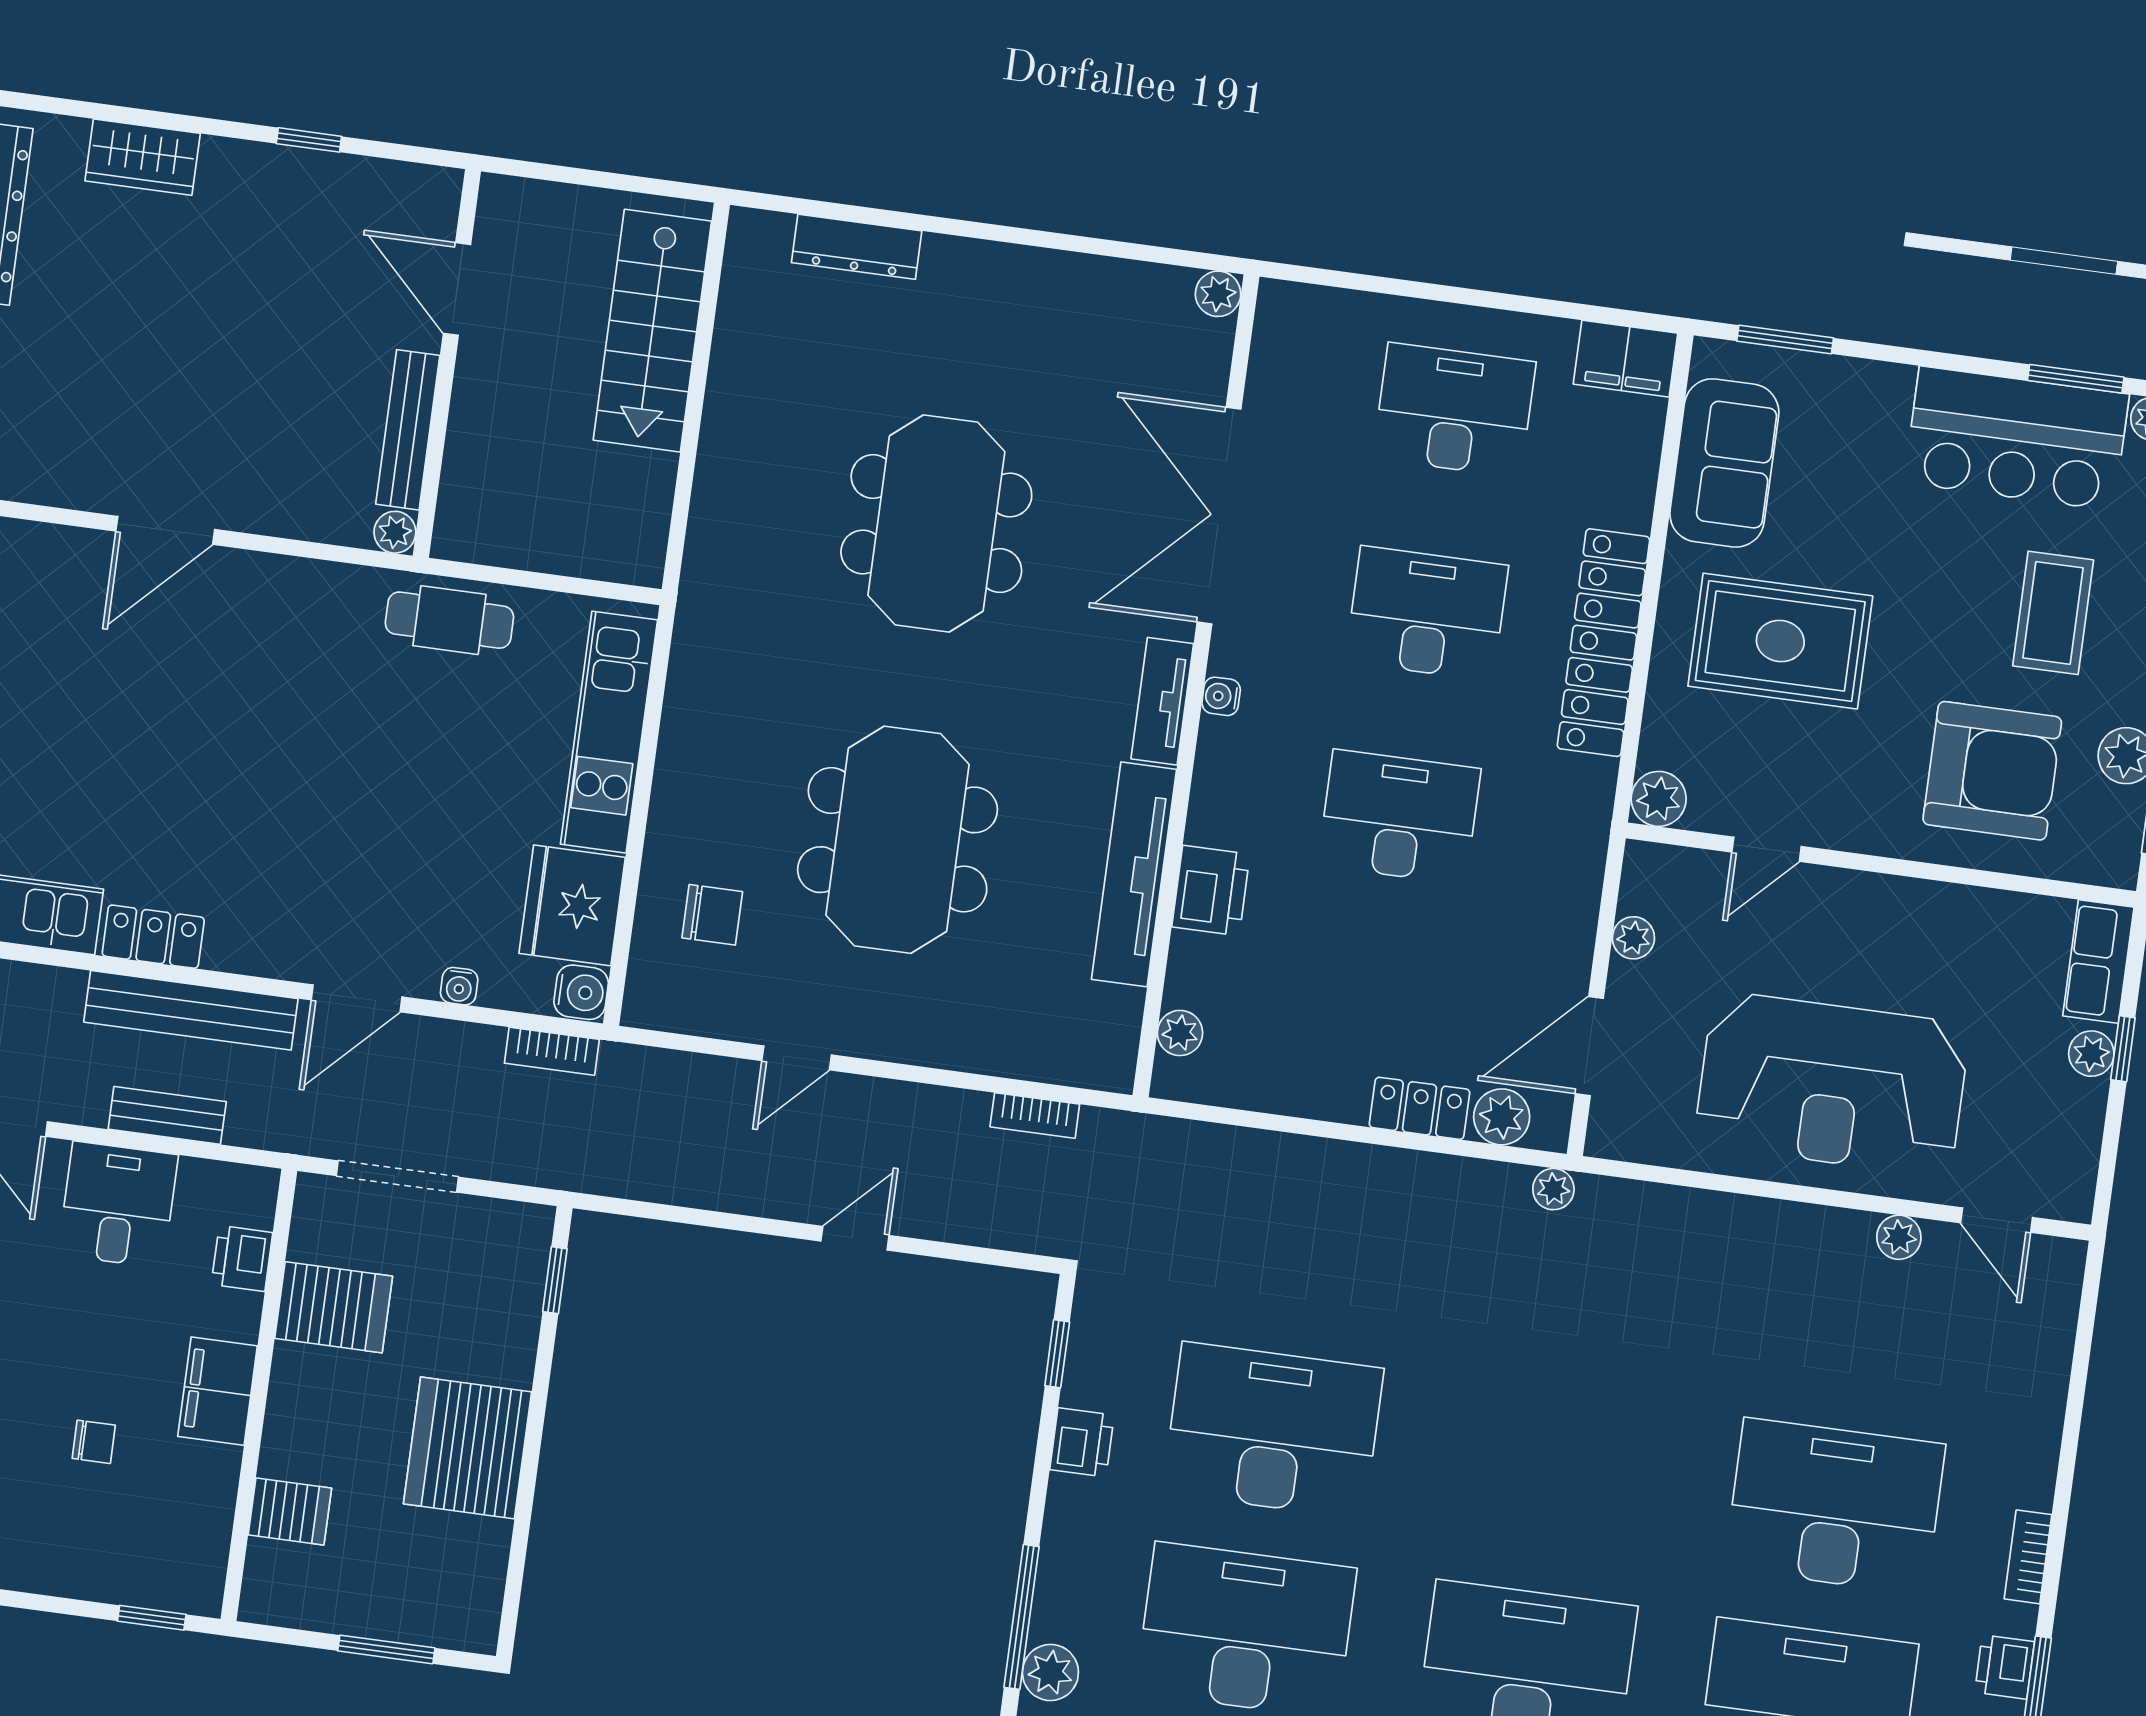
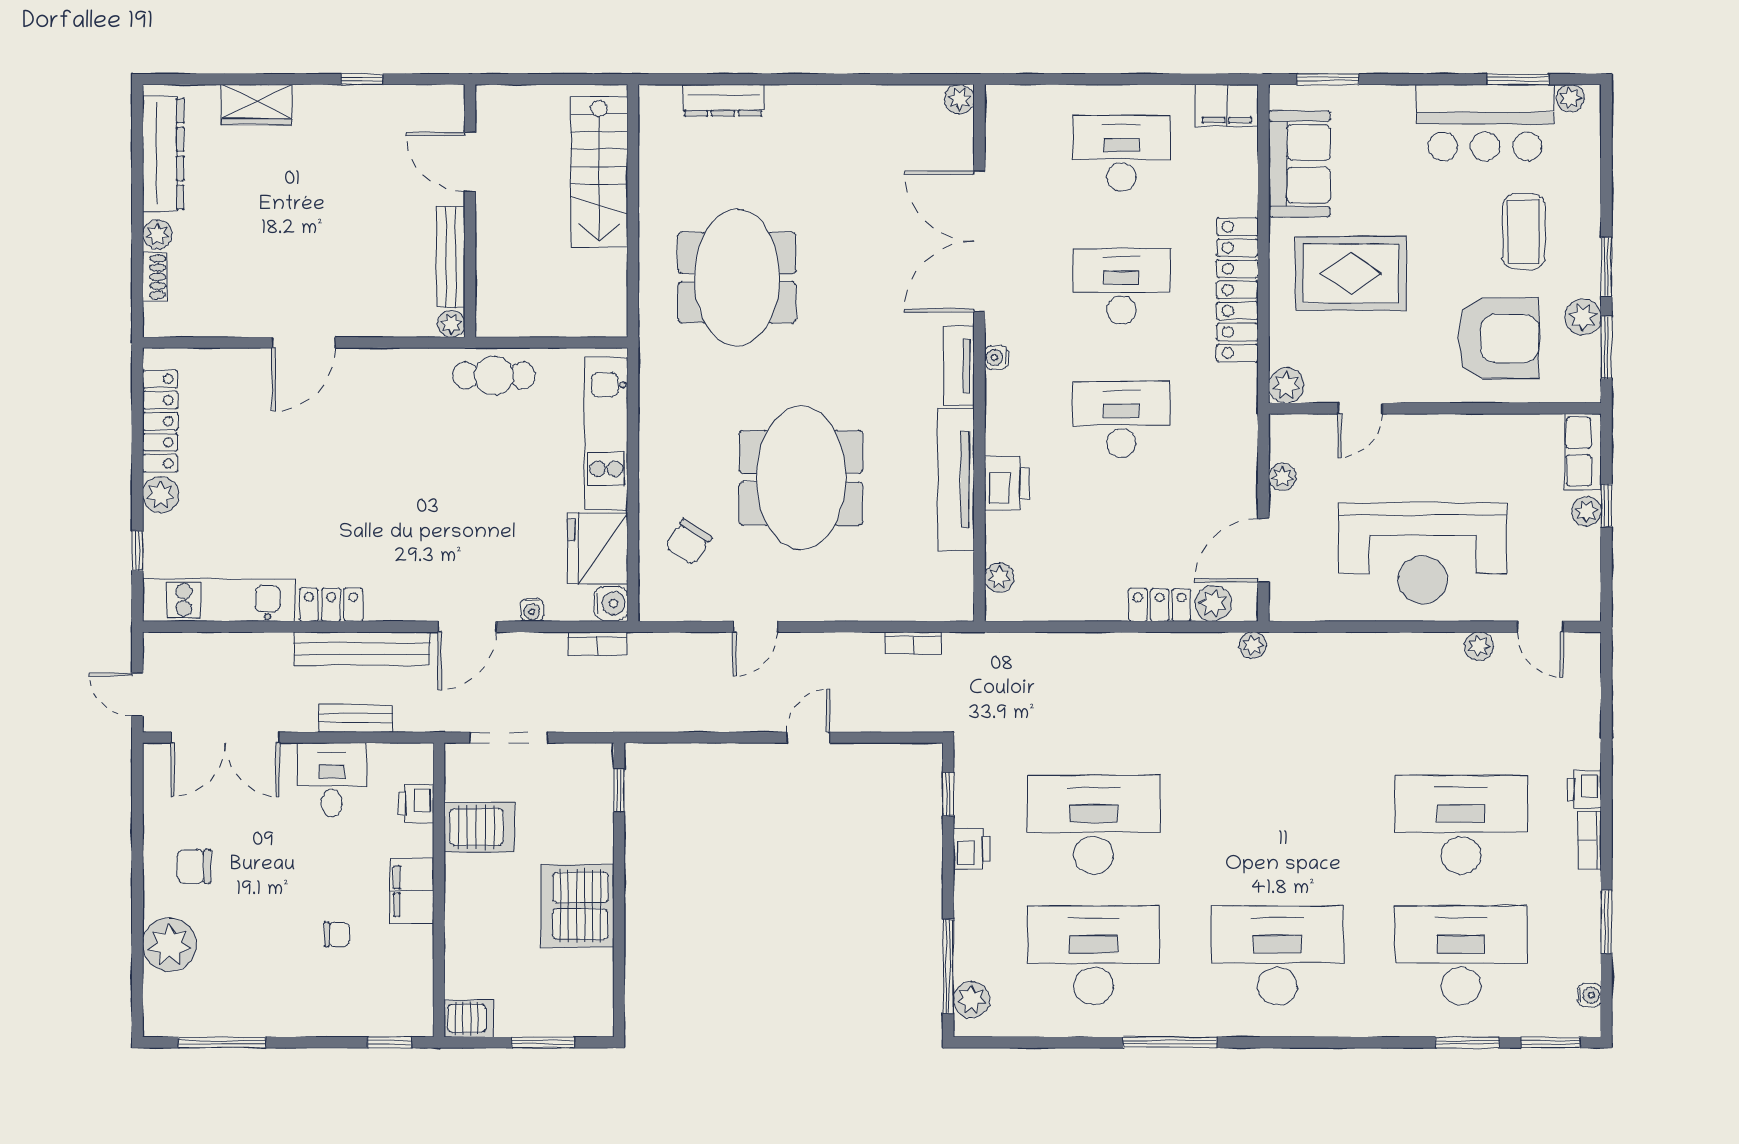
meeting table: (936, 524) -> (737, 278), moved
chair: (712, 915) -> (688, 542), turned 123
server rack: (290, 1511) -> (469, 1019), moved
printer: (2005, 1667) -> (1584, 790), moved

